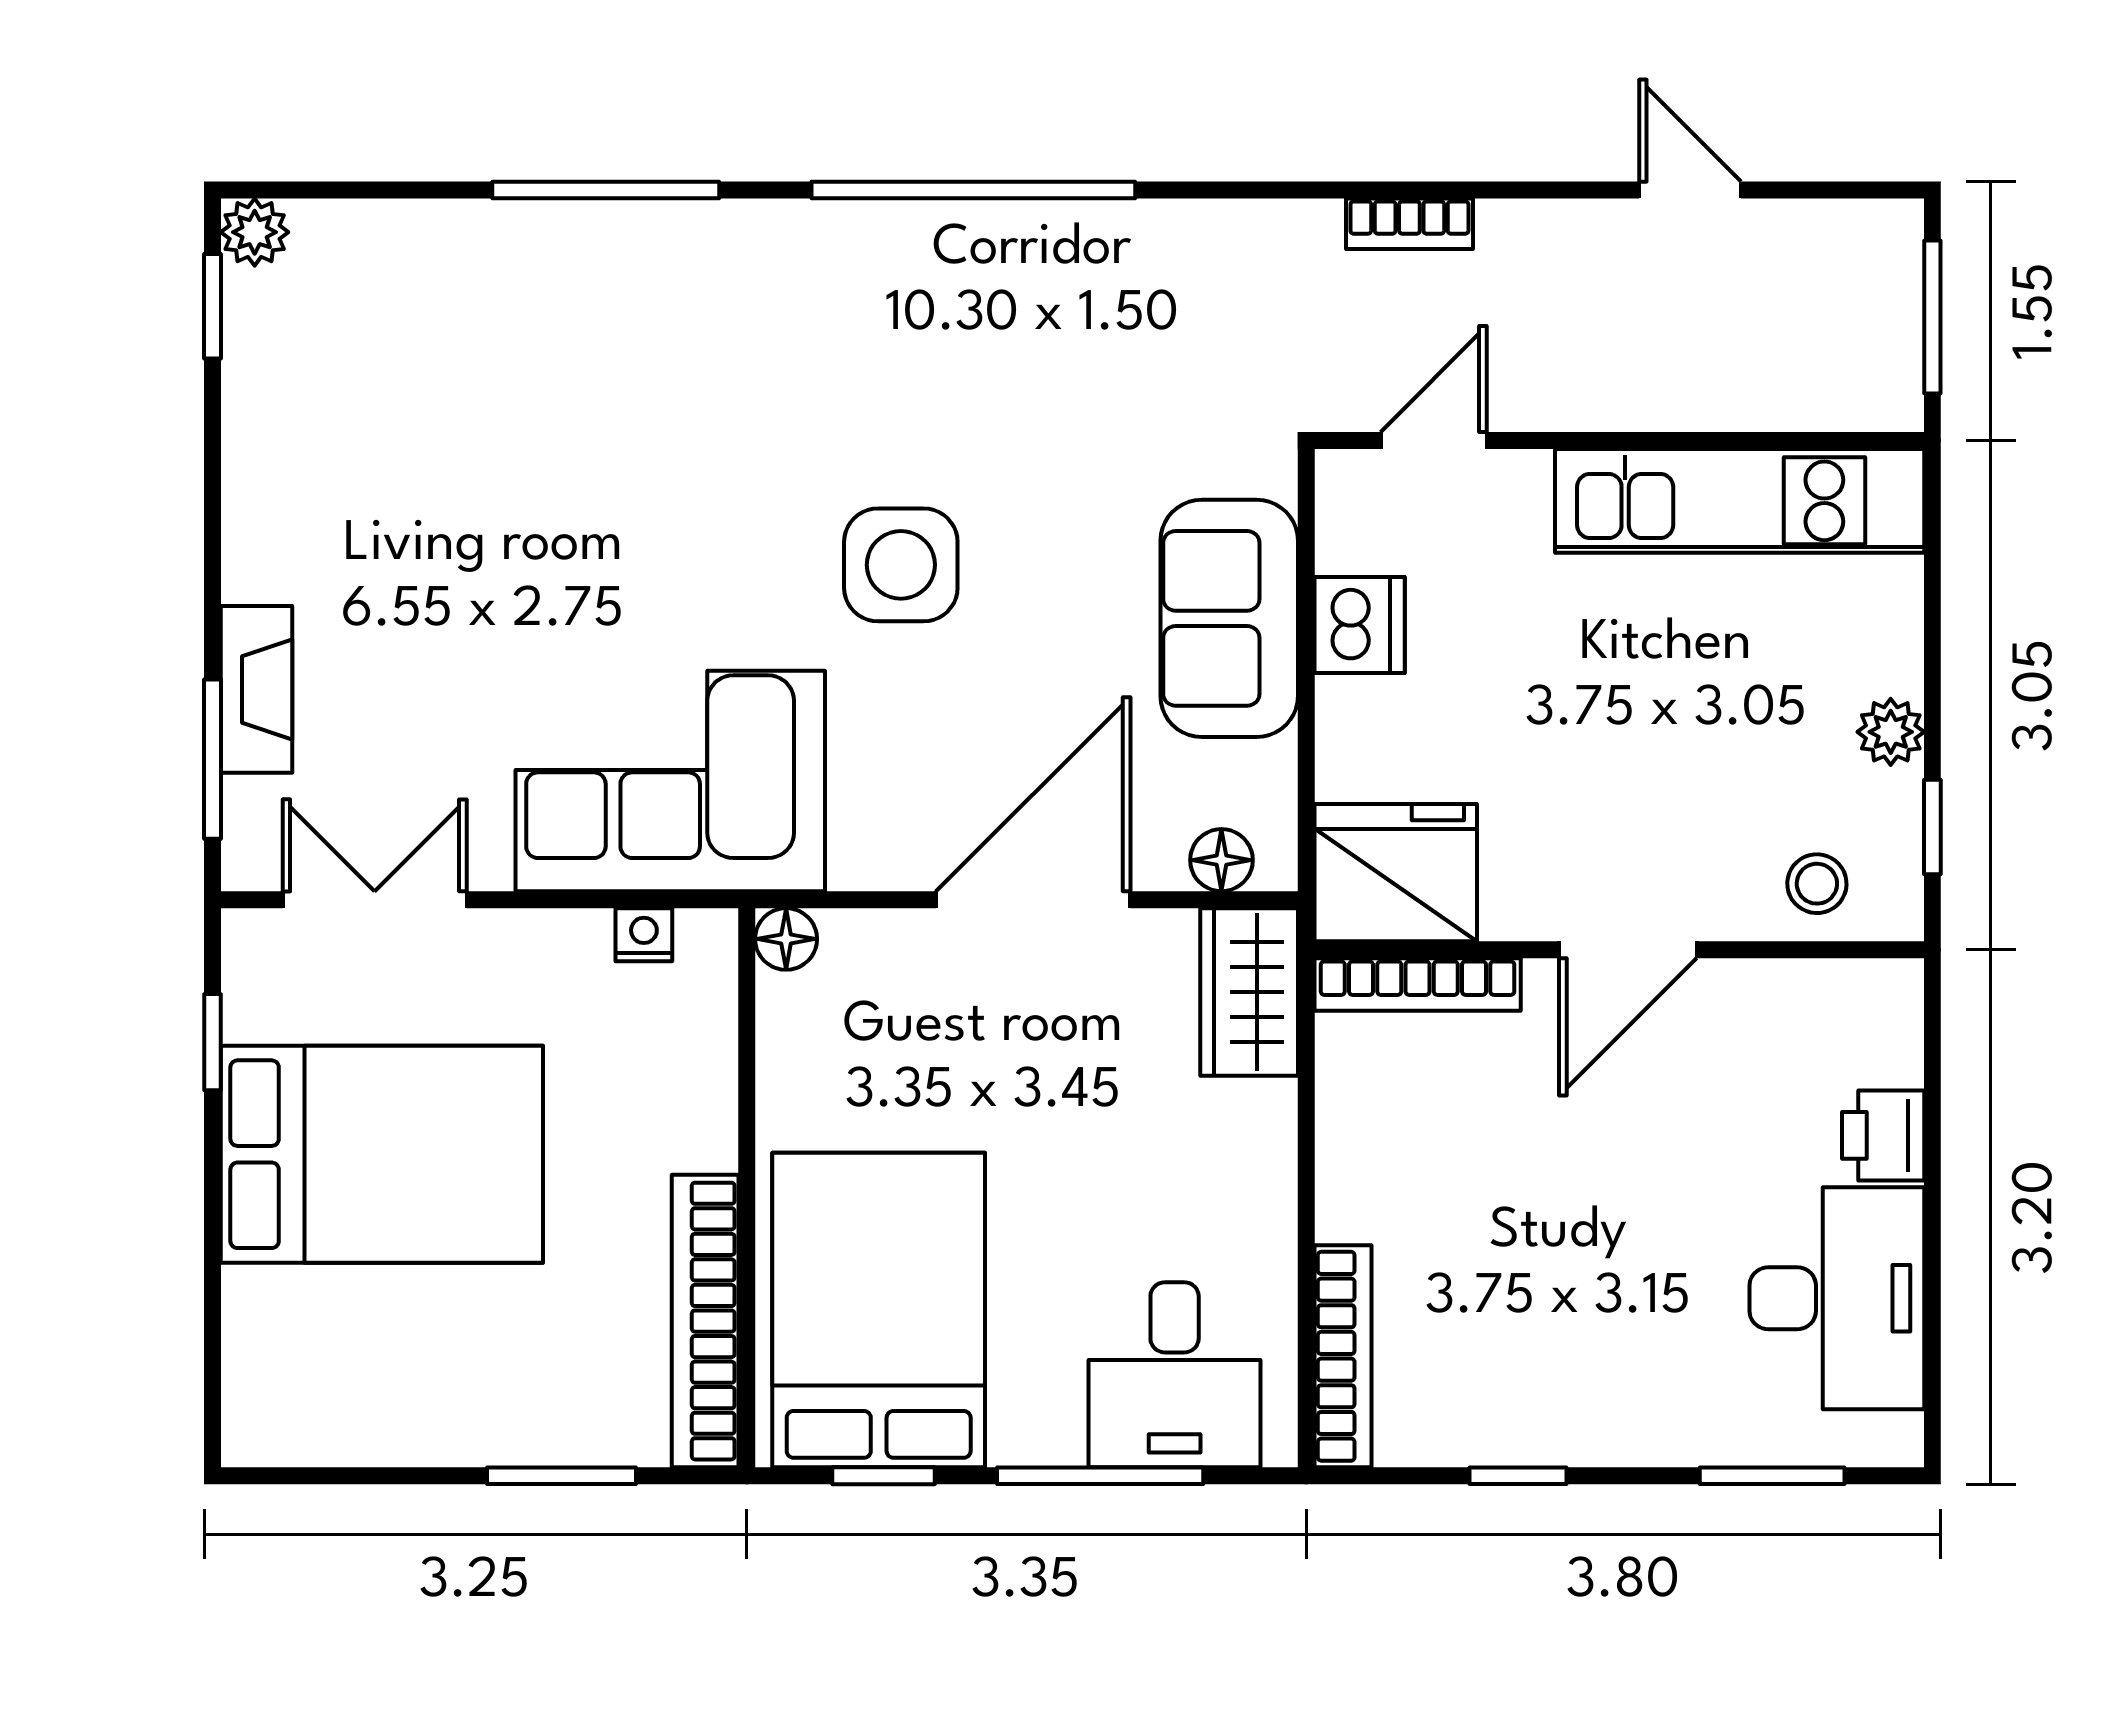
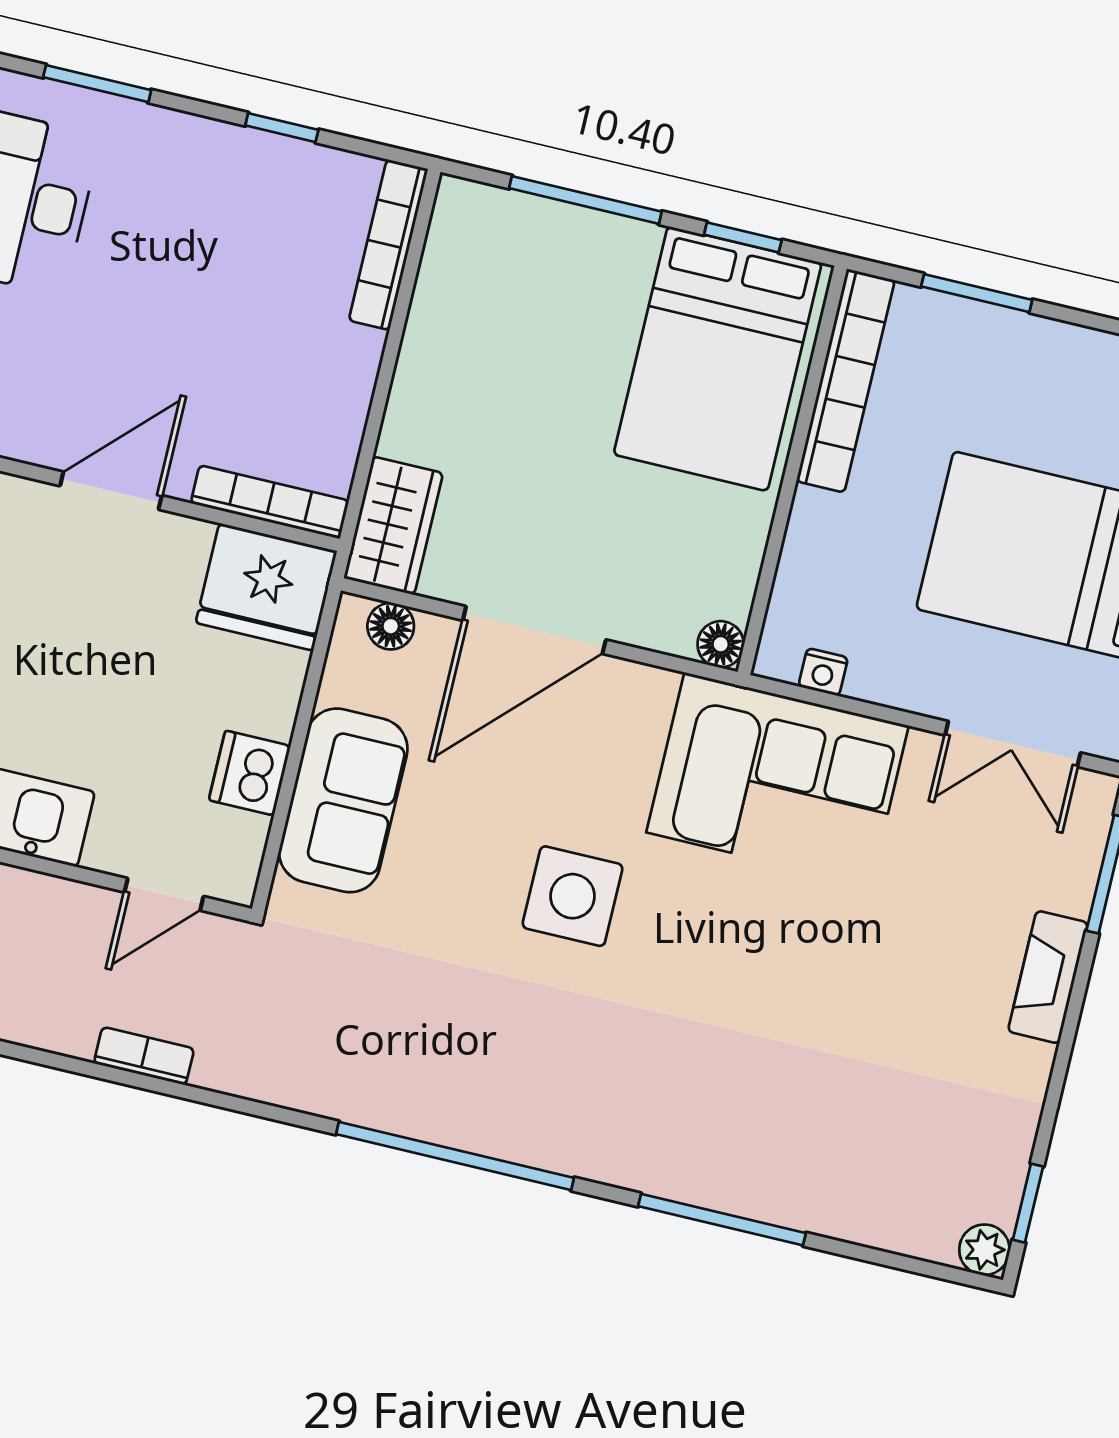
fireplace: (256, 689) -> (1048, 977), moved
desk: (1175, 1375) -> (514, 260), removed

